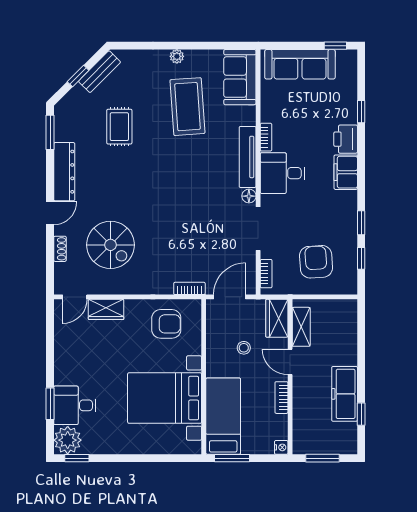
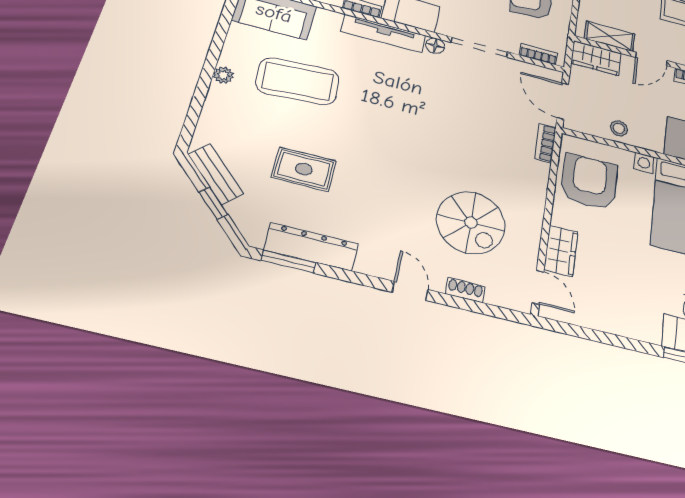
dresser: (64, 172) -> (311, 247), moved
spiral stairs: (111, 245) -> (471, 223), turned 90
armchair: (166, 324) -> (589, 182), width x1.36, depth x1.36
stool: (244, 348) -> (619, 128), moved

